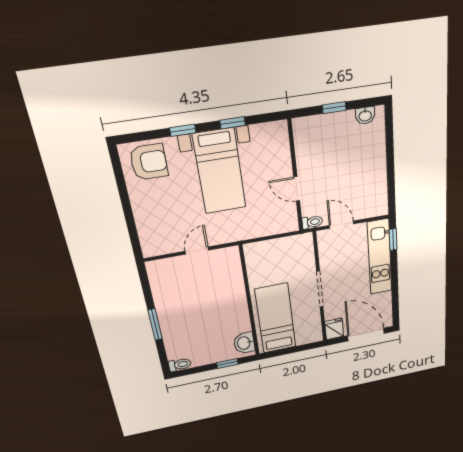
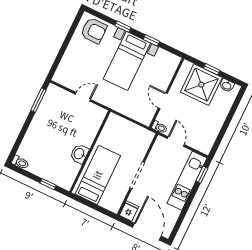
shower: (332, 137) -> (201, 85), added
window: (155, 325) -> (38, 100), moved
washbasin: (244, 343) -> (79, 154), moved

